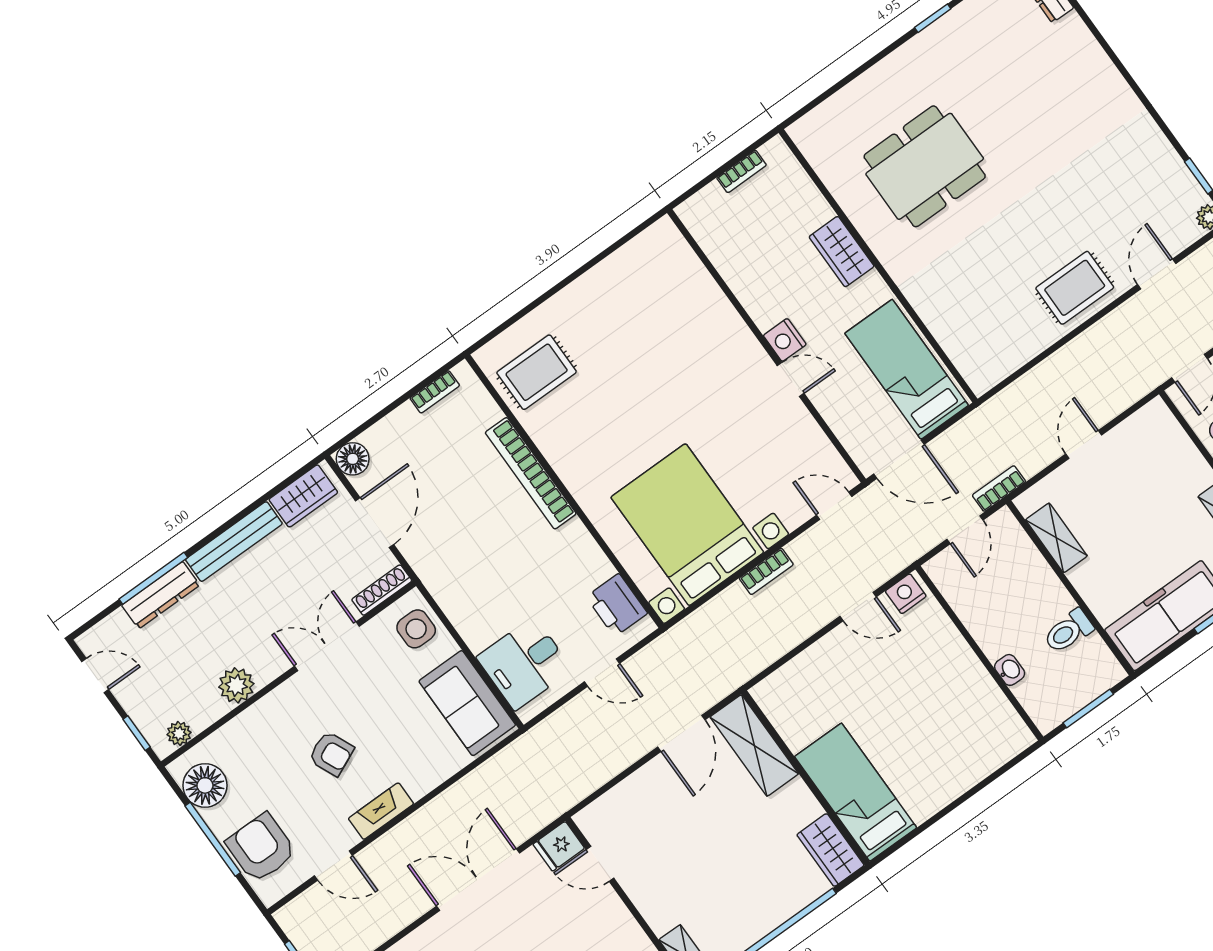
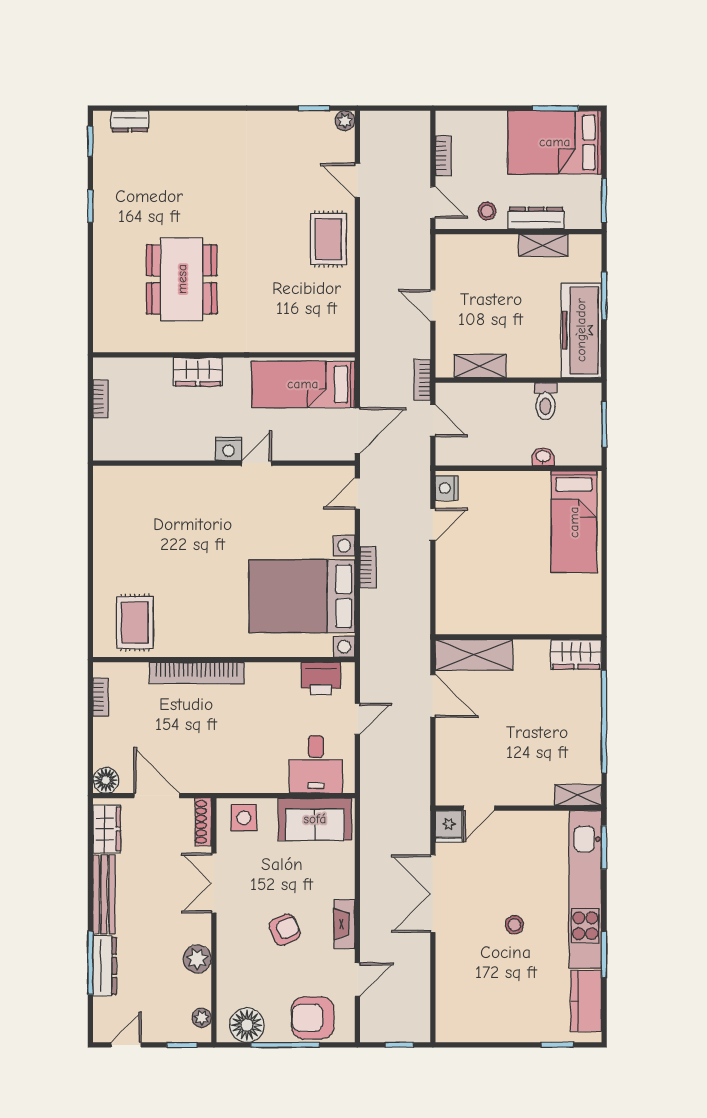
bed: (856, 792) -> (574, 522), moved, turned -90

